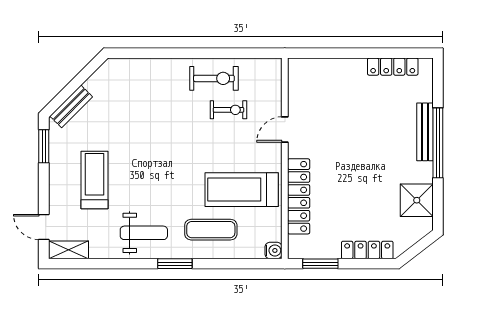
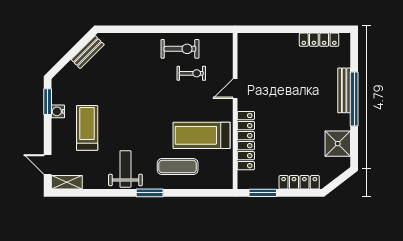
bench: (71, 106) -> (88, 52), moved
weight bench: (144, 233) -> (125, 169), turned -90
water cooler: (274, 250) -> (58, 111), moved, turned 180

